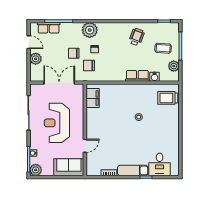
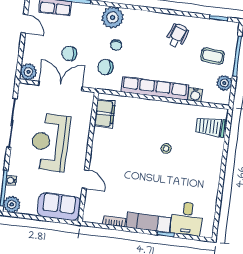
chair: (74, 53) -> (69, 53), moved
plant: (36, 59) -> (28, 72), moved
row of seats: (137, 76) -> (155, 88), width x2.02
door: (85, 146) -> (85, 179), hinge flipped

